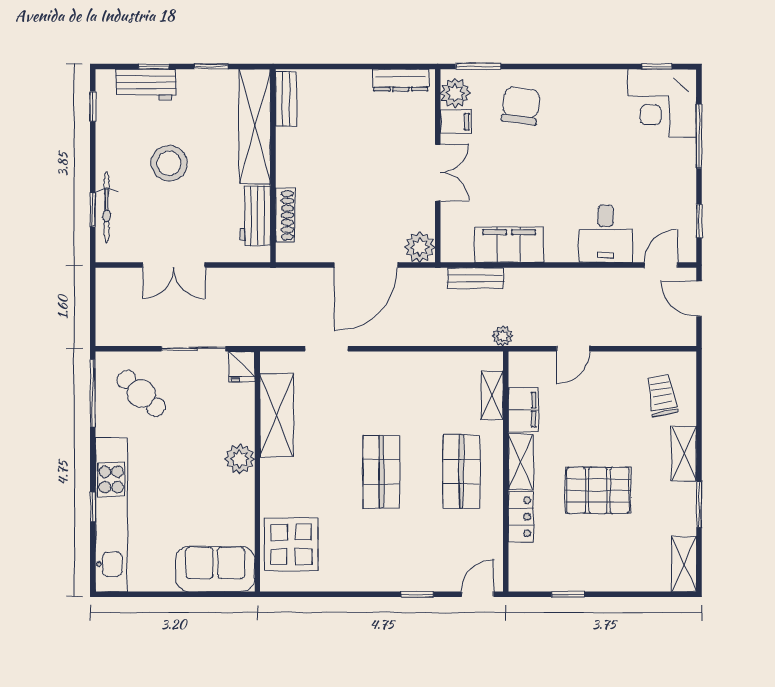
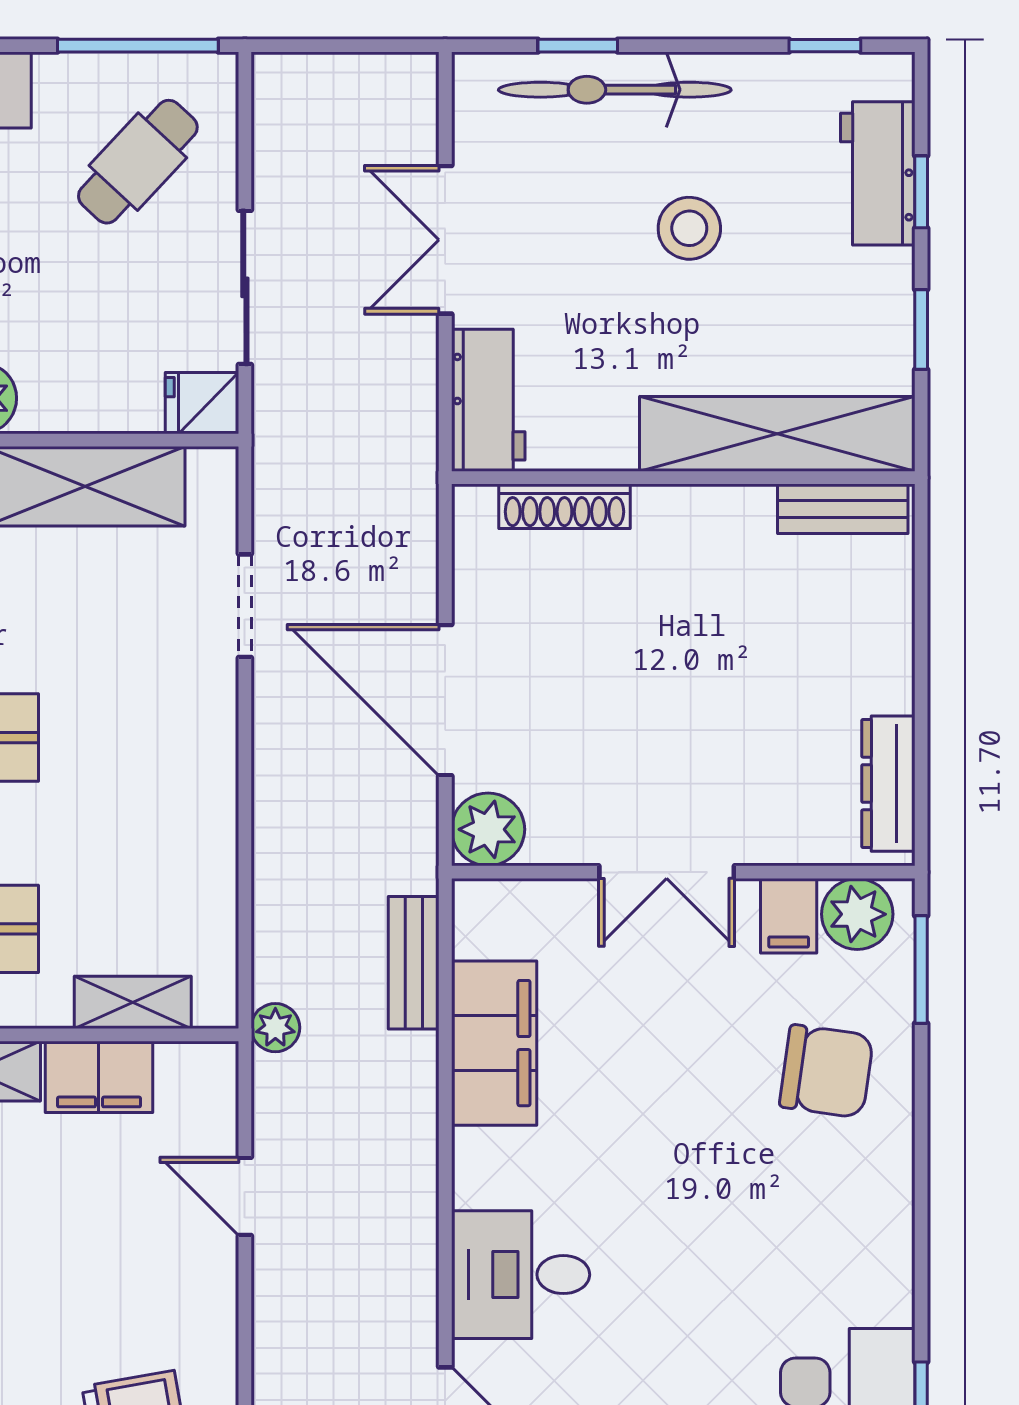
stool: (169, 163) -> (689, 228), width x0.73, depth x0.73
bicycle: (107, 207) -> (615, 90), width x1.37, depth x1.40
workbench: (255, 216) -> (488, 400), moved, turned 90

